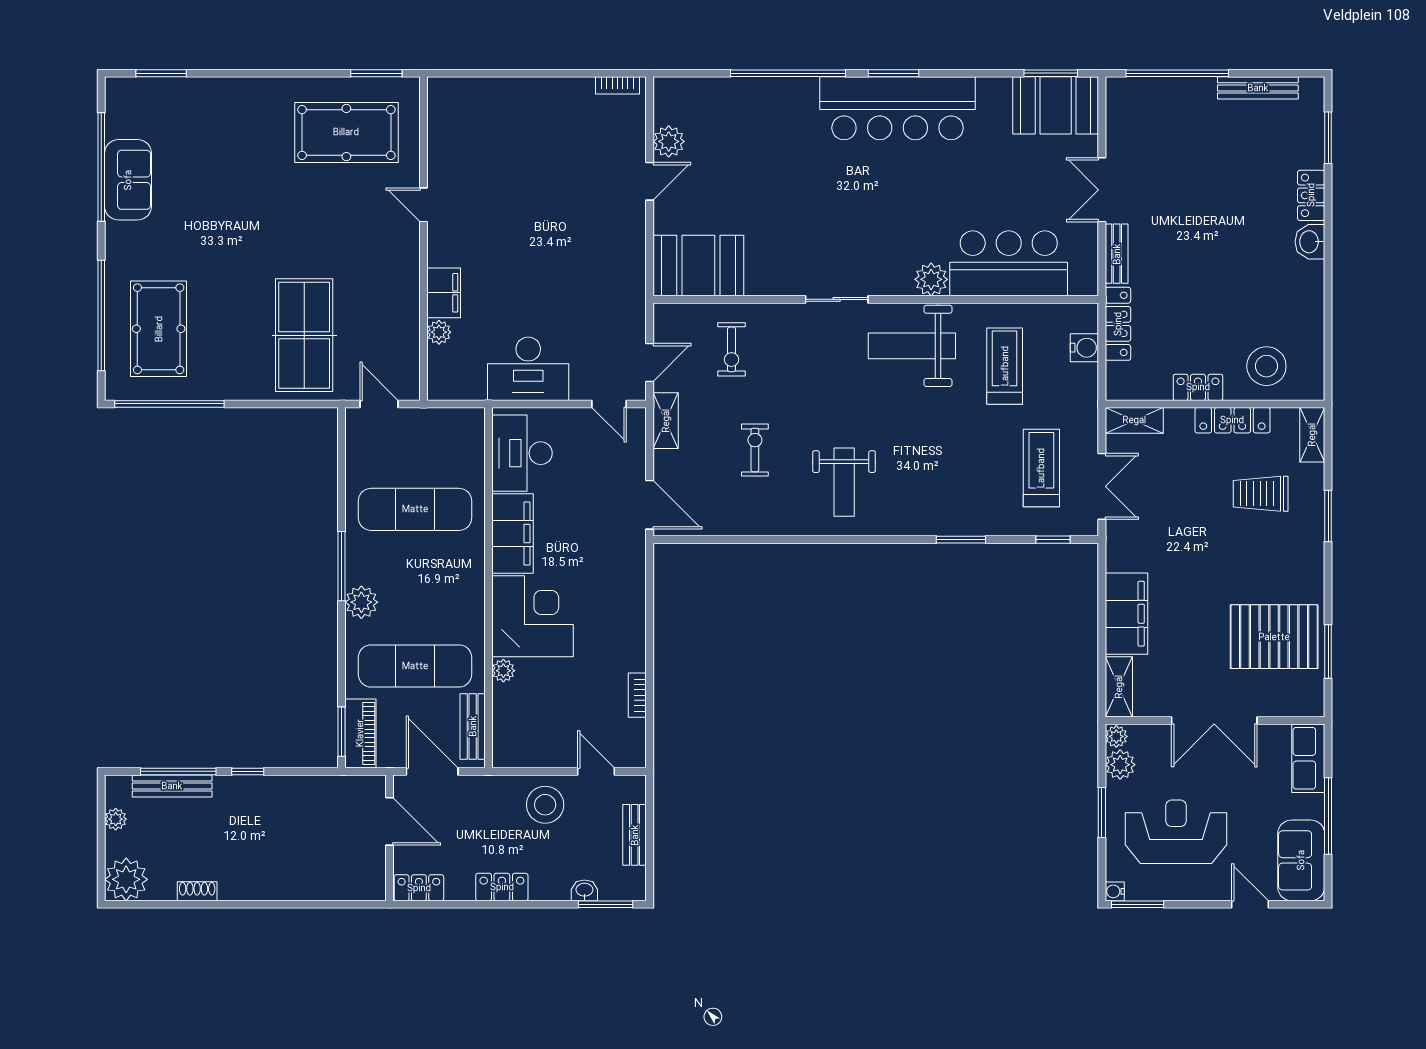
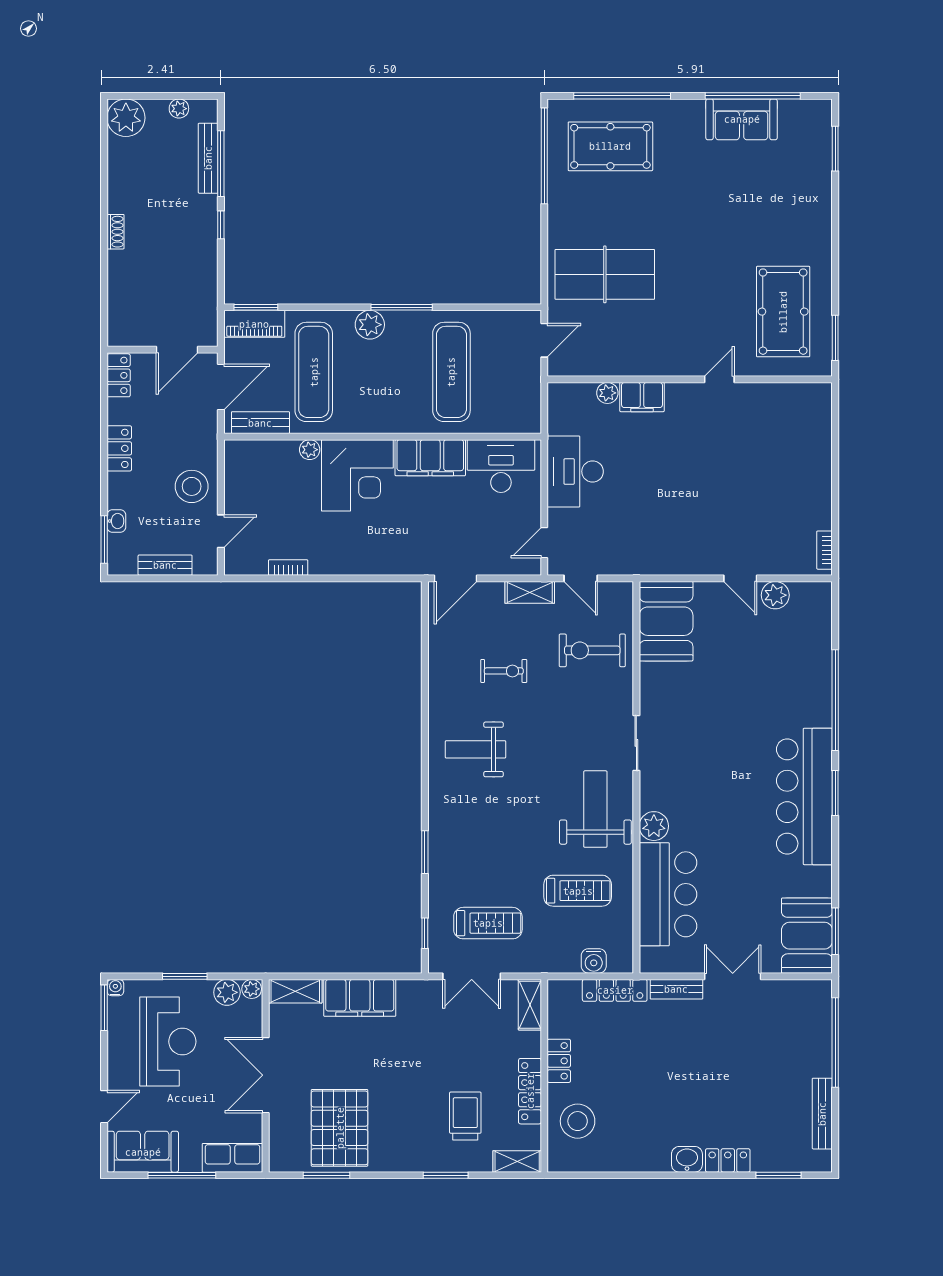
exercise bike: (731, 349) -> (592, 650), width x1.38, depth x1.39
shoe rack: (197, 891) -> (115, 232), moved

